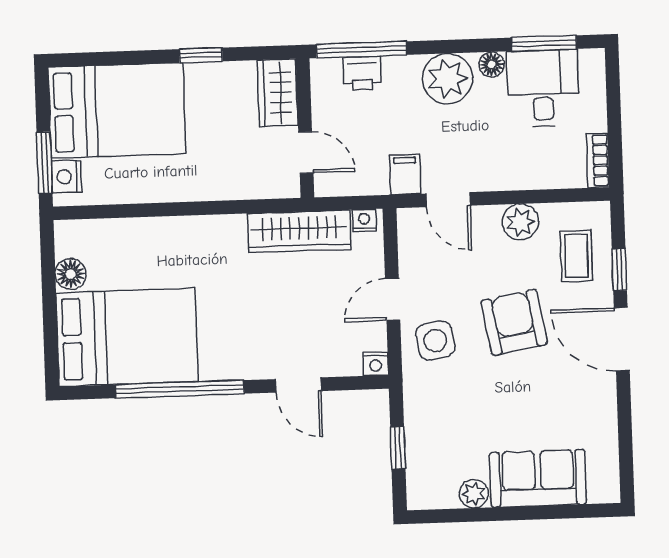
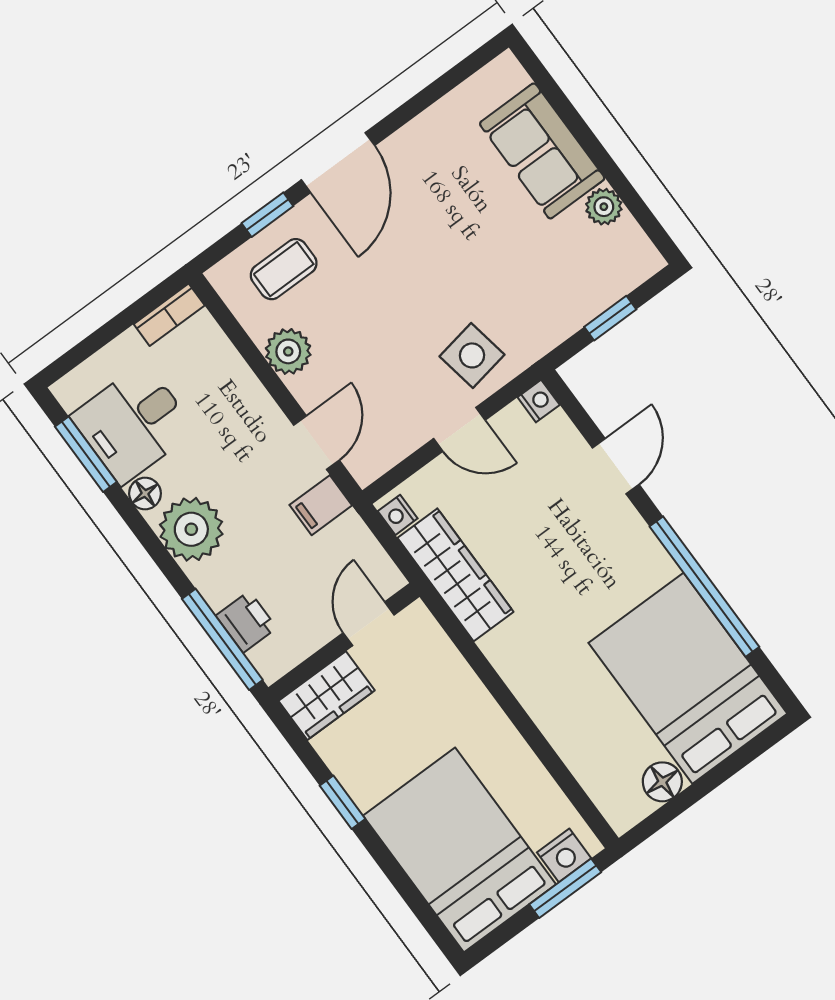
armchair: (514, 322) -> (397, 286), removed

